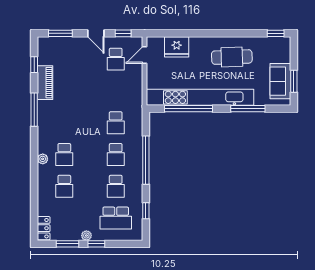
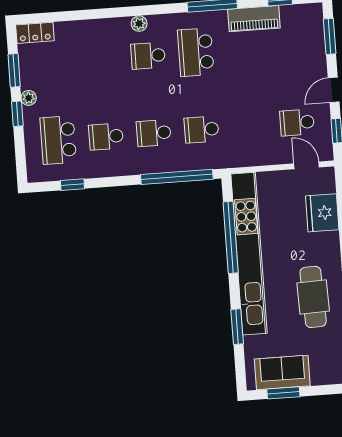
window: (248, 109) -> (237, 327), width x0.69
window: (146, 160) -> (177, 177), moved
school desk: (64, 186) -> (196, 52), moved, width x1.85

